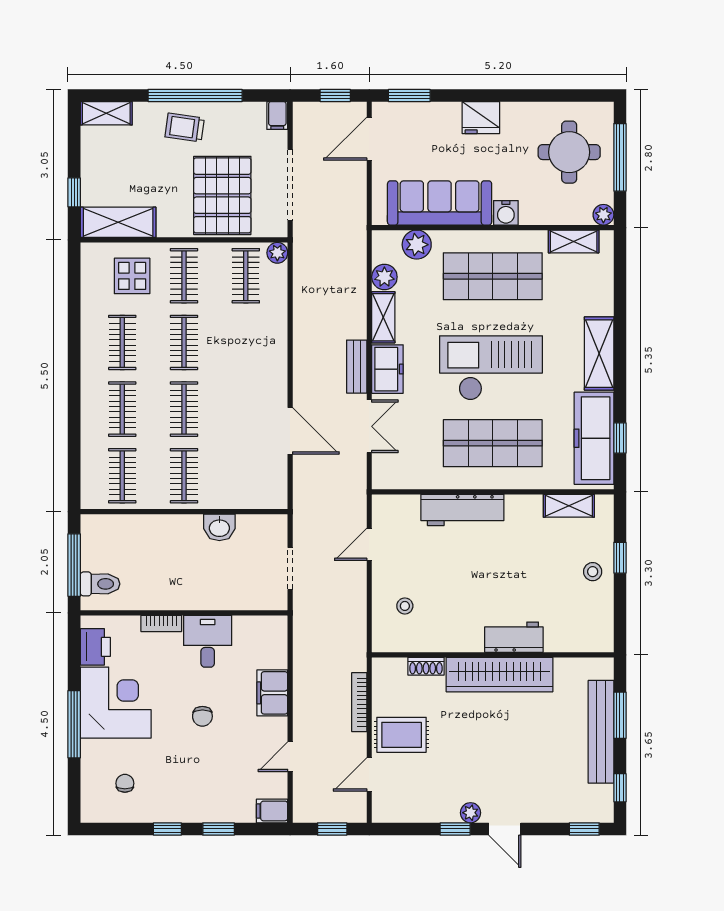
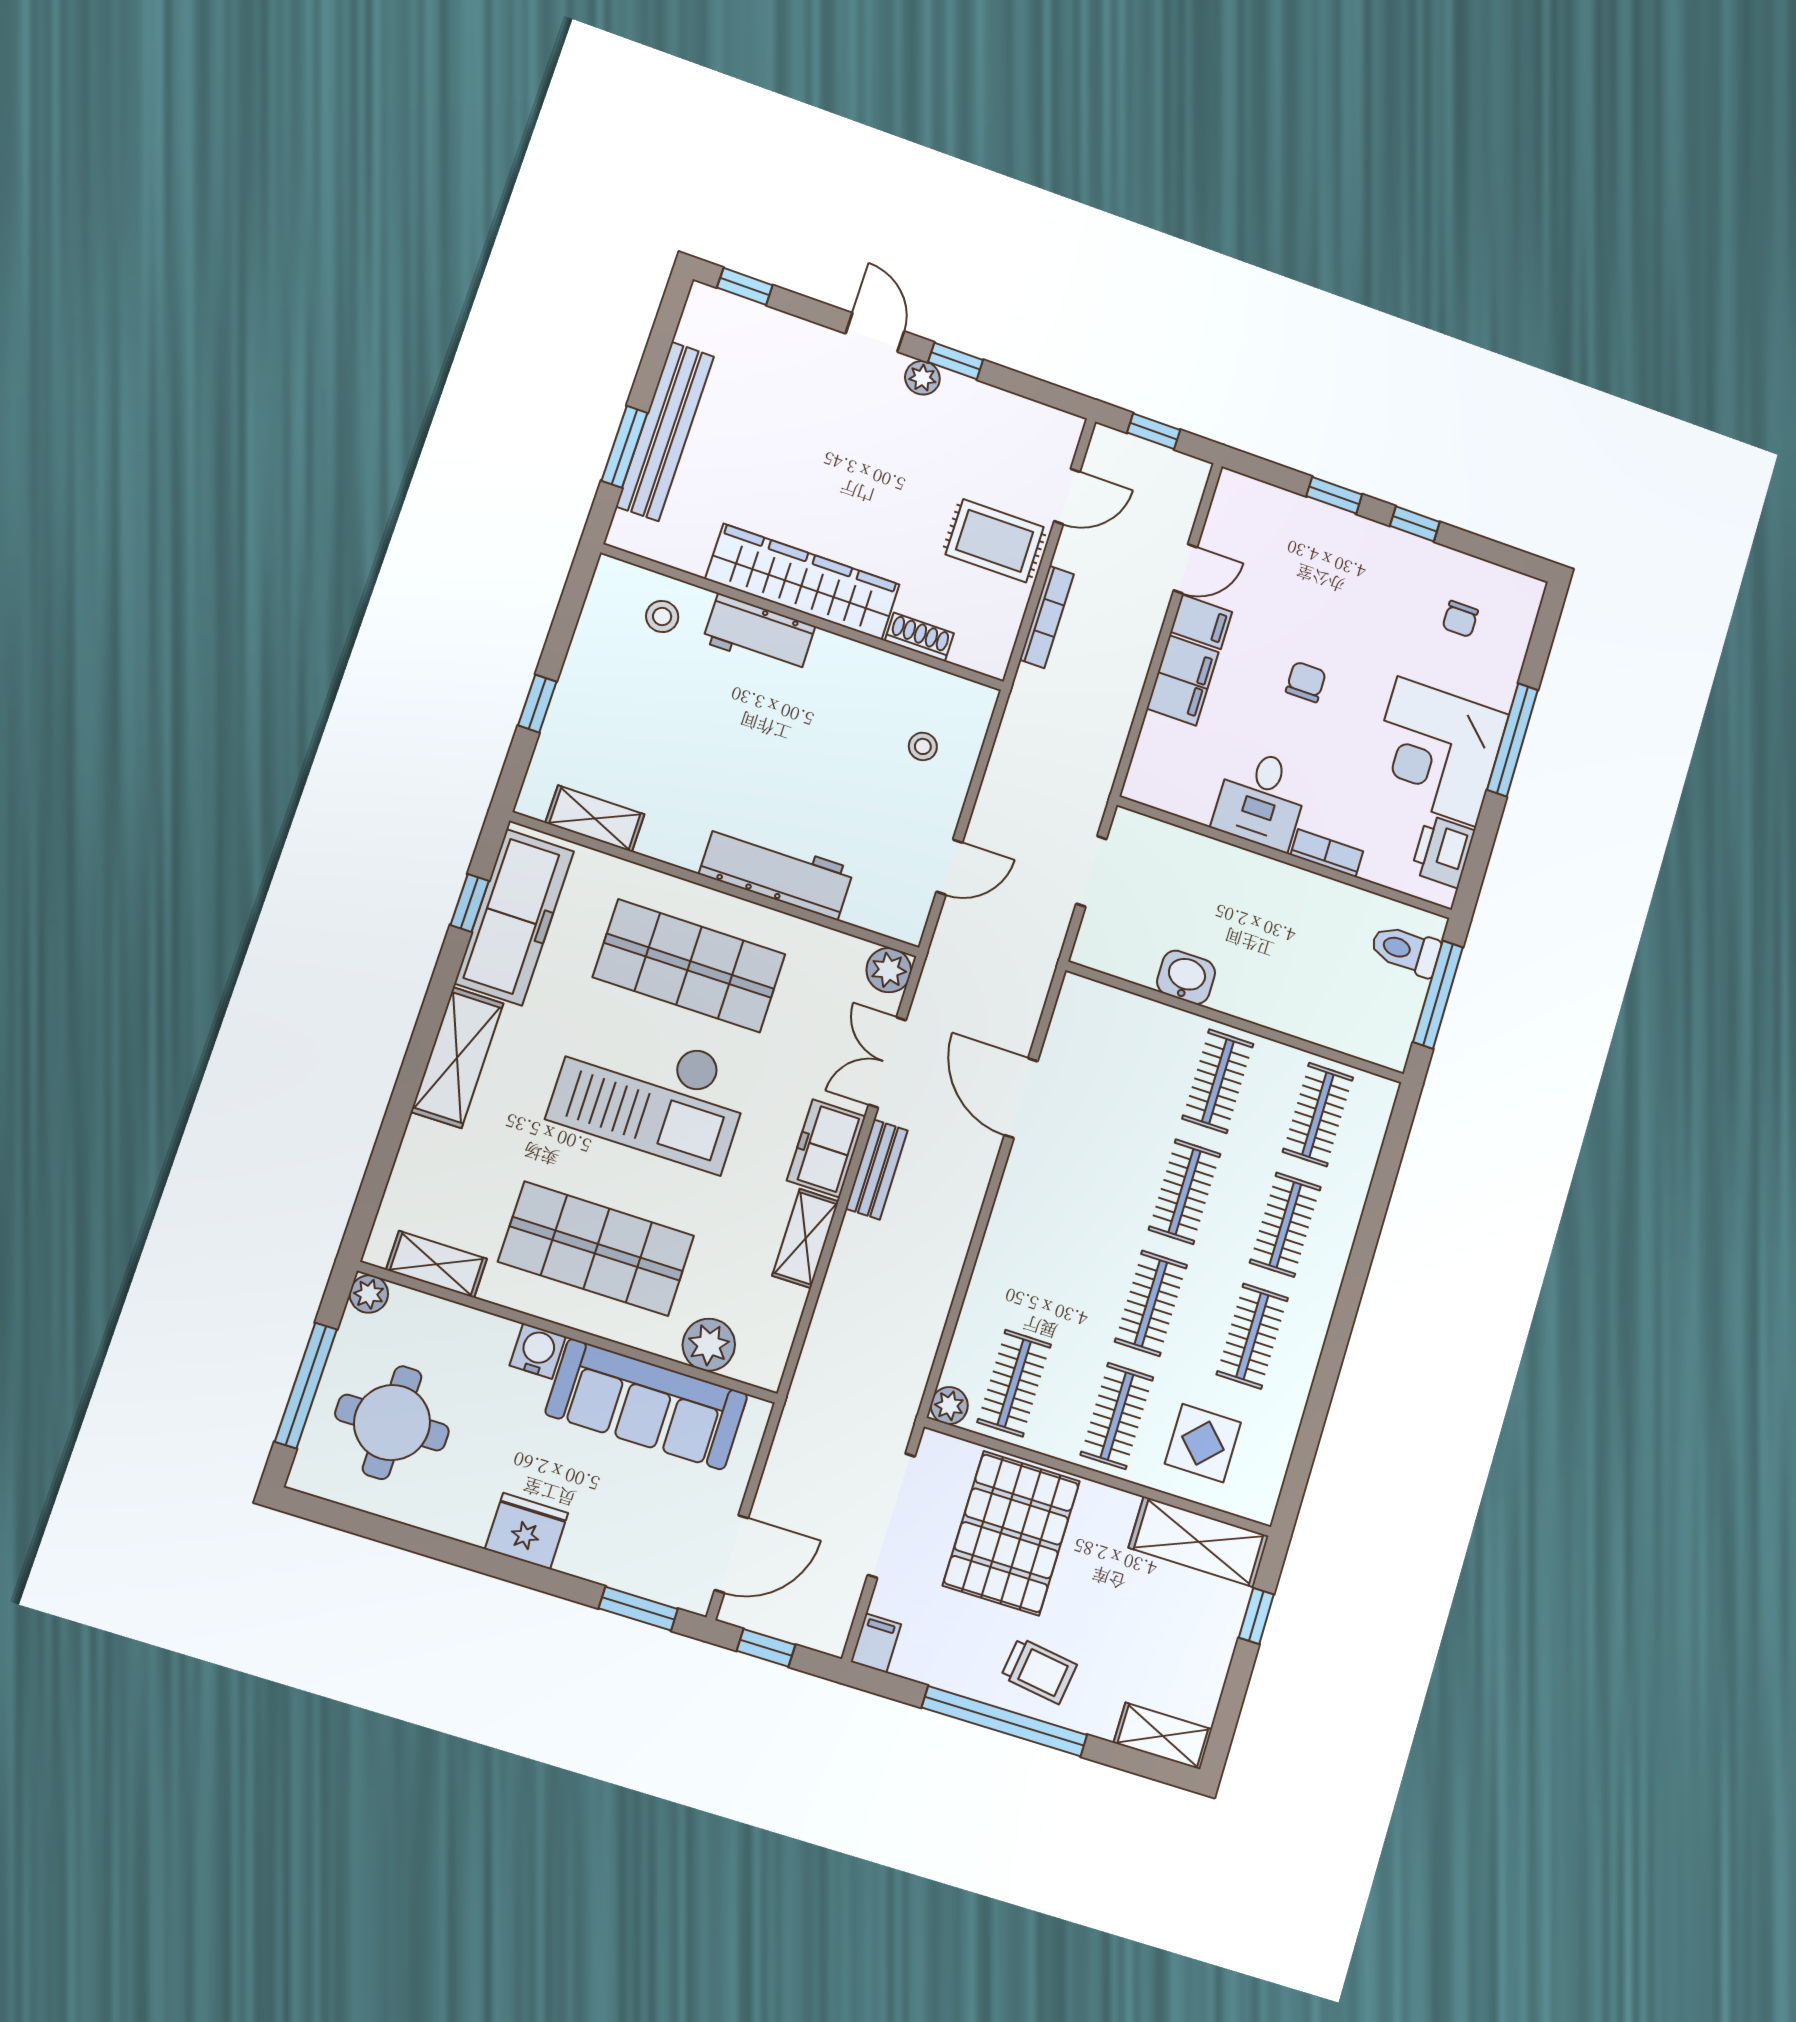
plant: (384, 277) -> (889, 970), moved
stool: (593, 572) -> (662, 617), moved
window: (620, 788) -> (664, 331), removed
filing cabinet: (272, 811) -> (1201, 622), moved

